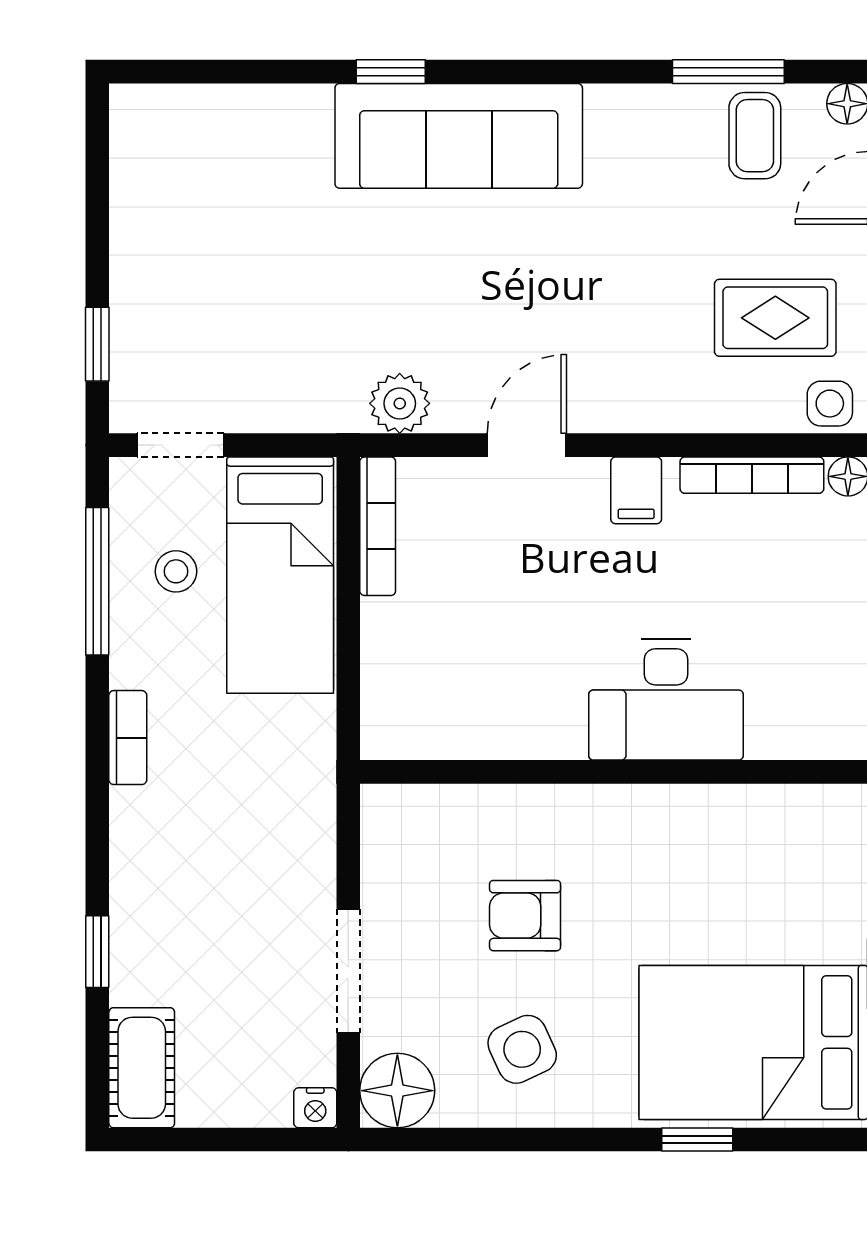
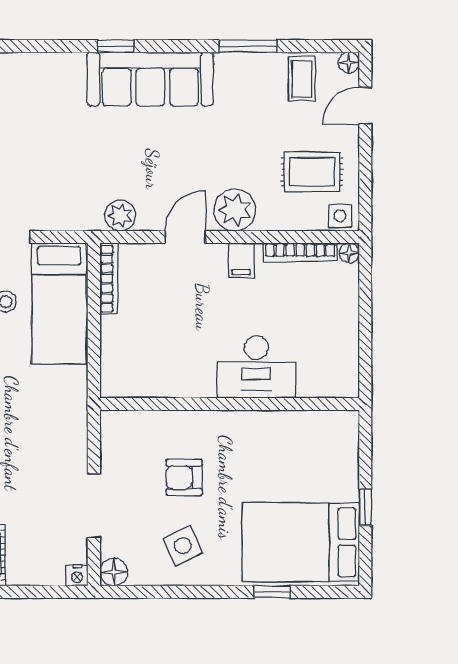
window: (728, 72) -> (248, 46), moved
plant: (624, 392) -> (235, 210), added
floor lamp: (397, 1091) -> (114, 572), width x0.73, depth x0.73

